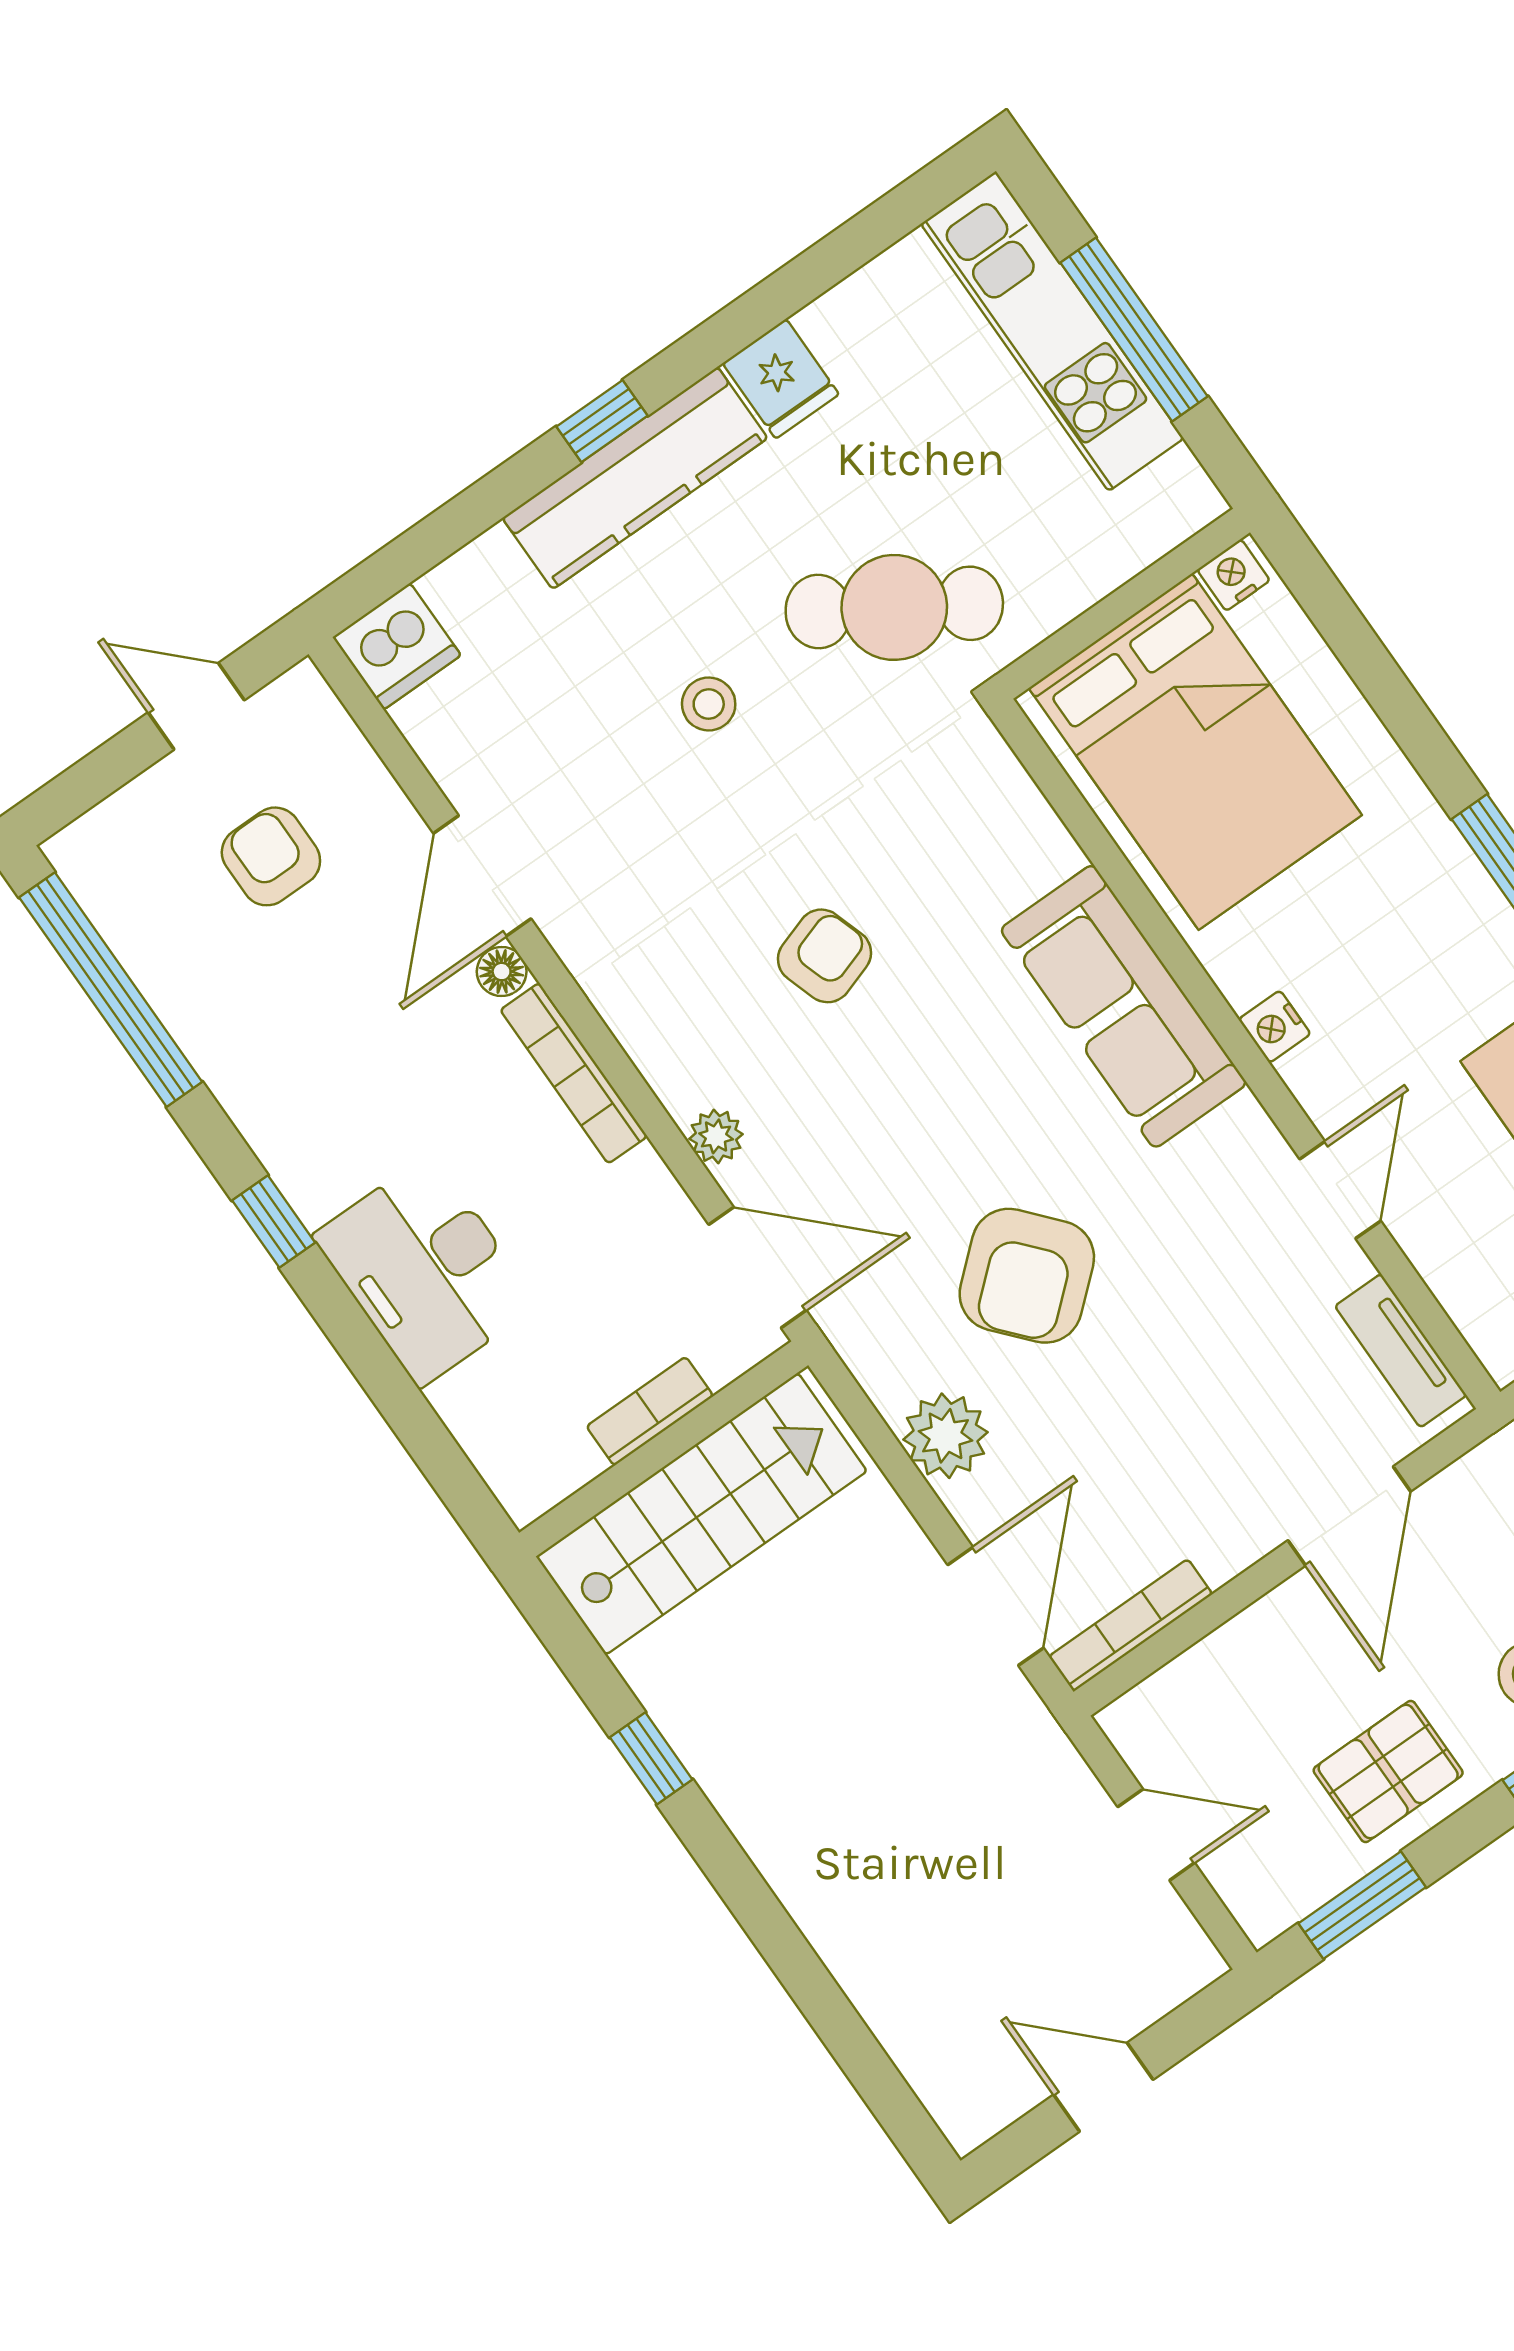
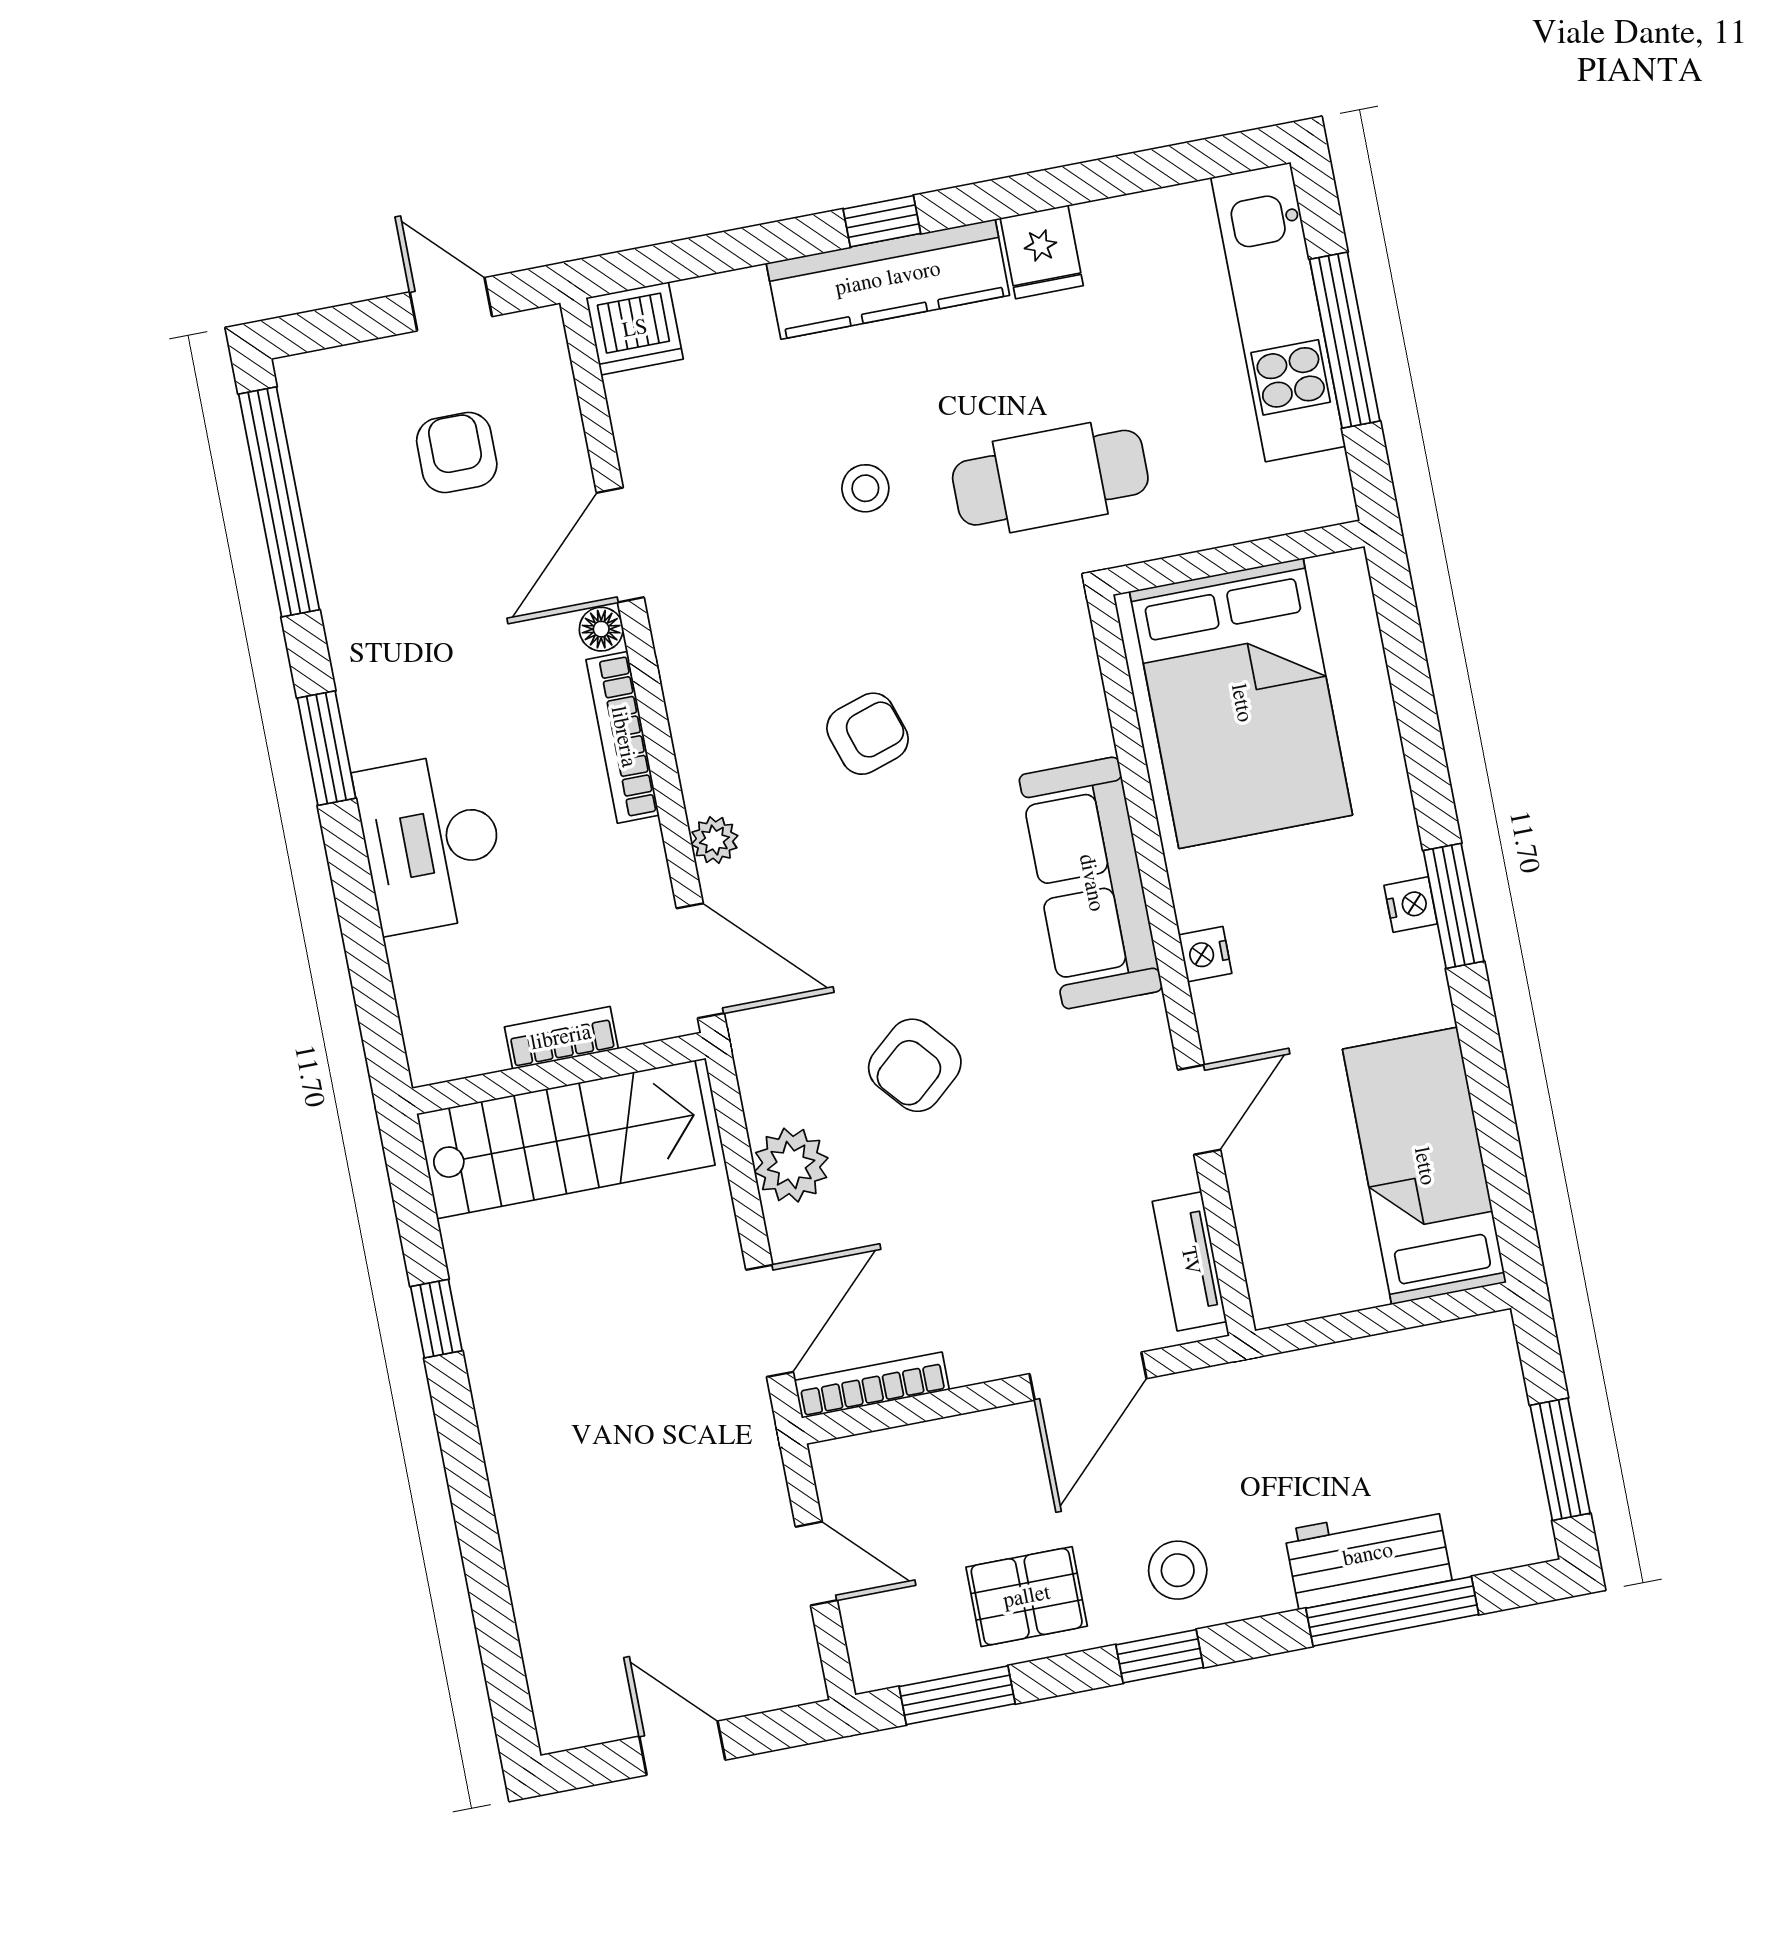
nightstand: (1233, 575) -> (1411, 905), moved, turned 90
cafe table: (894, 607) -> (1050, 478), turned -32
window: (274, 1221) -> (326, 748), width x1.50
armchair: (1027, 1276) -> (915, 1065), width x0.72, depth x0.72

